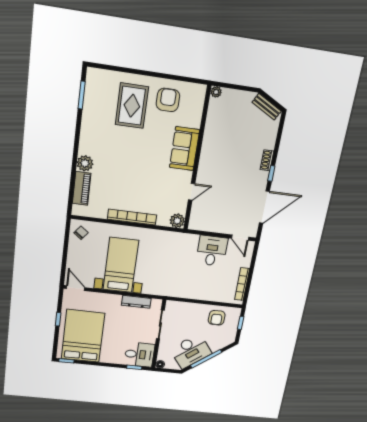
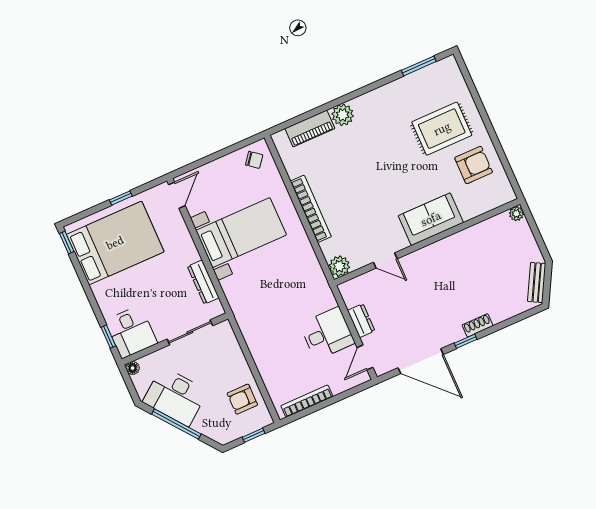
dresser: (218, 227) -> (361, 321), added

